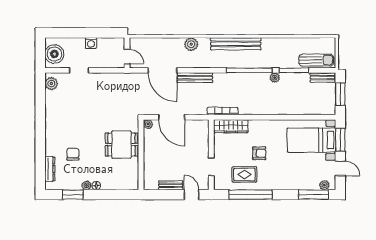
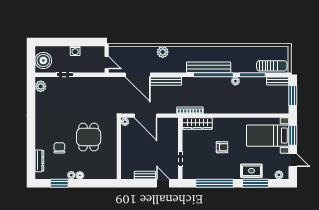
bench: (236, 44) -> (209, 67), moved
dining table: (121, 145) -> (89, 137), moved, turned 90
rug: (244, 174) -> (251, 171), moved
window: (313, 195) -> (255, 183), moved

